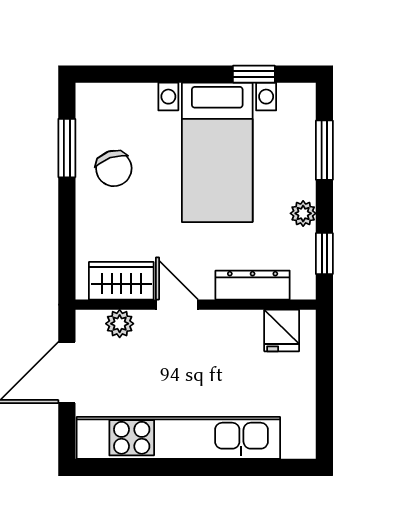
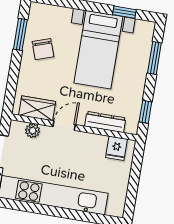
plant: (303, 213) -> (138, 89), removed
door: (177, 305) -> (64, 126), hinge flipped

